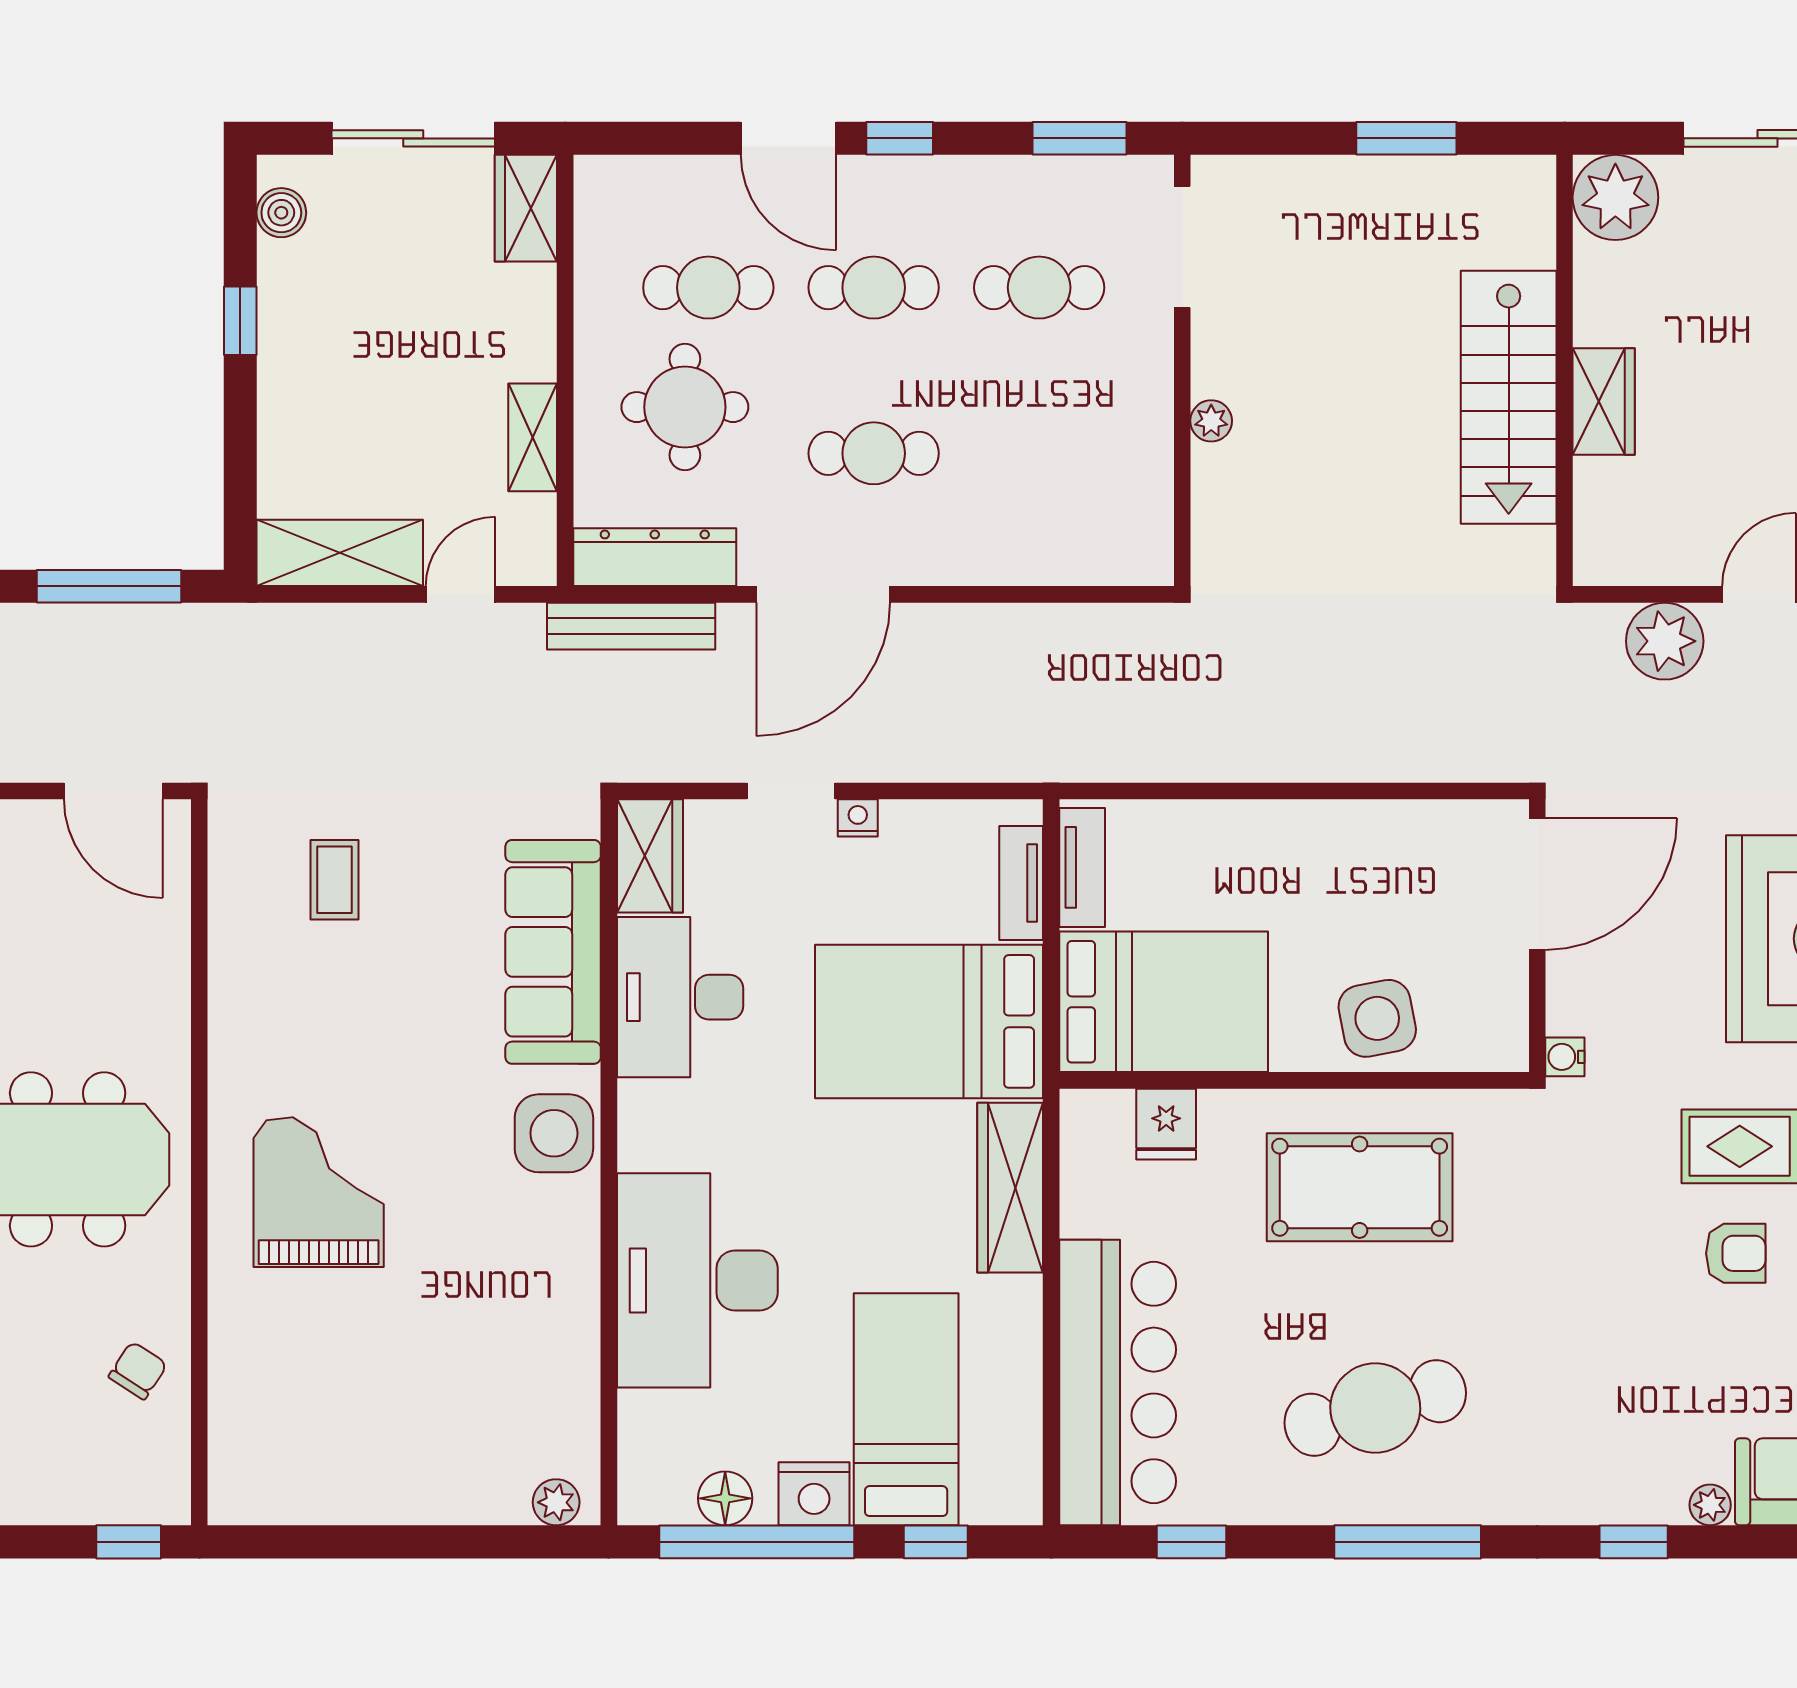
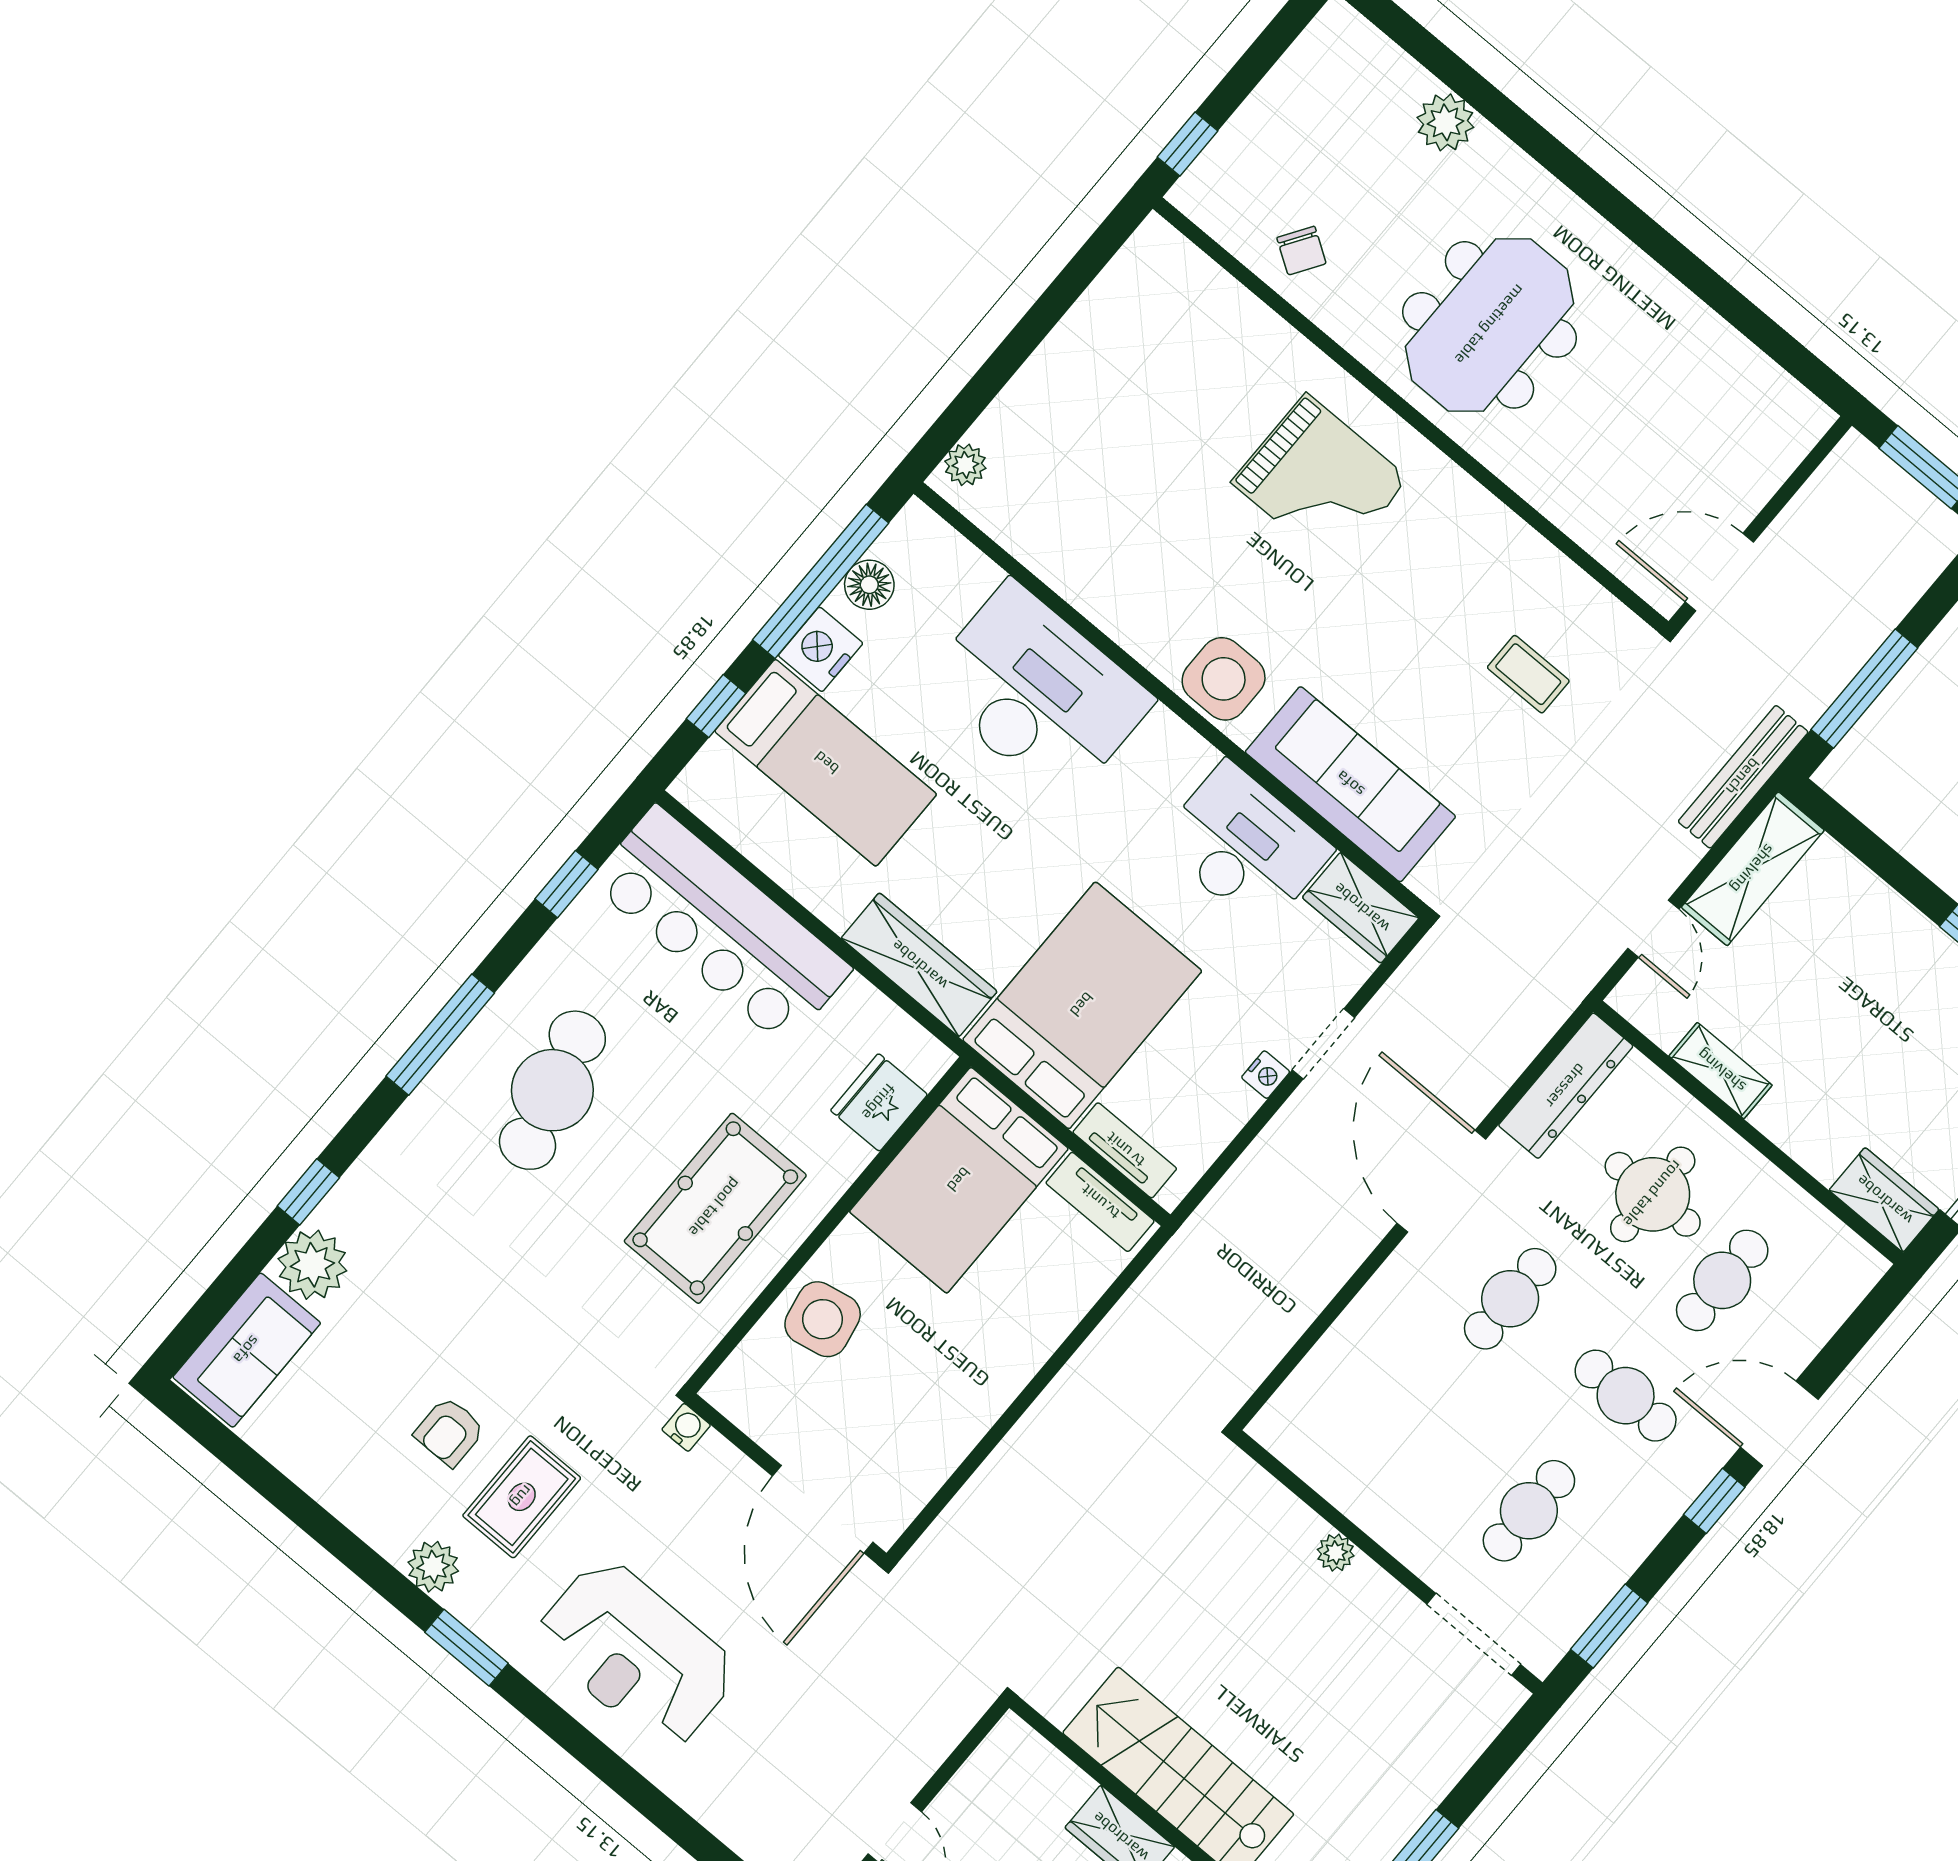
cafe table: (874, 288) -> (1626, 1396), turned 90
bench: (631, 626) -> (1743, 777), moved
plant: (1665, 641) -> (917, 1740), removed
fridge: (1166, 1124) -> (879, 1102), width x1.38
plant: (1710, 1505) -> (312, 1265), width x1.88, depth x1.88

